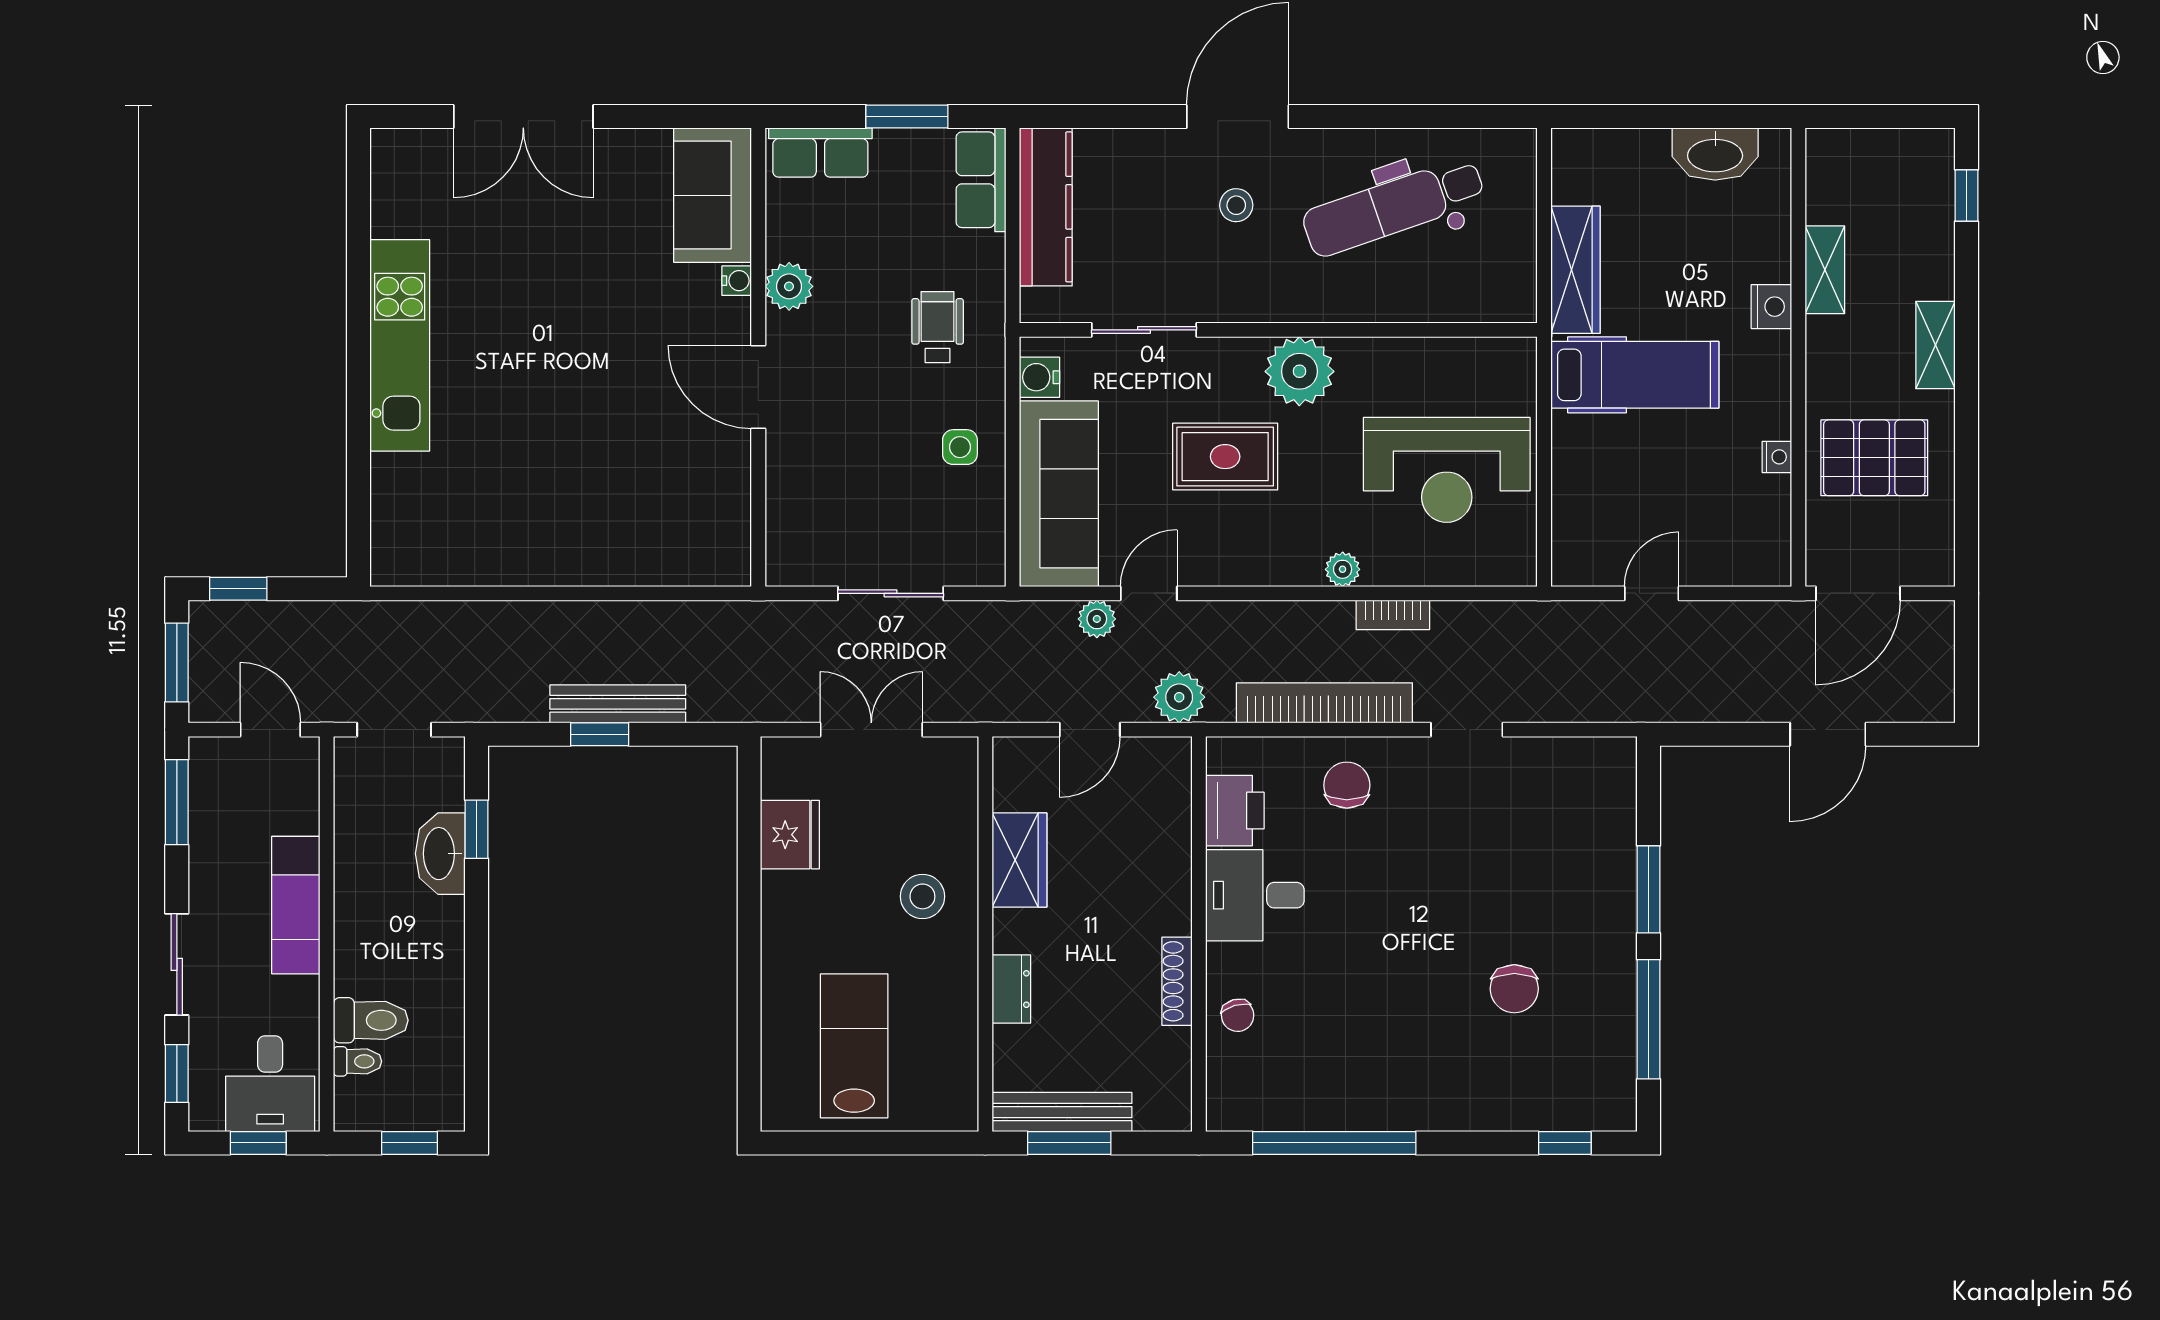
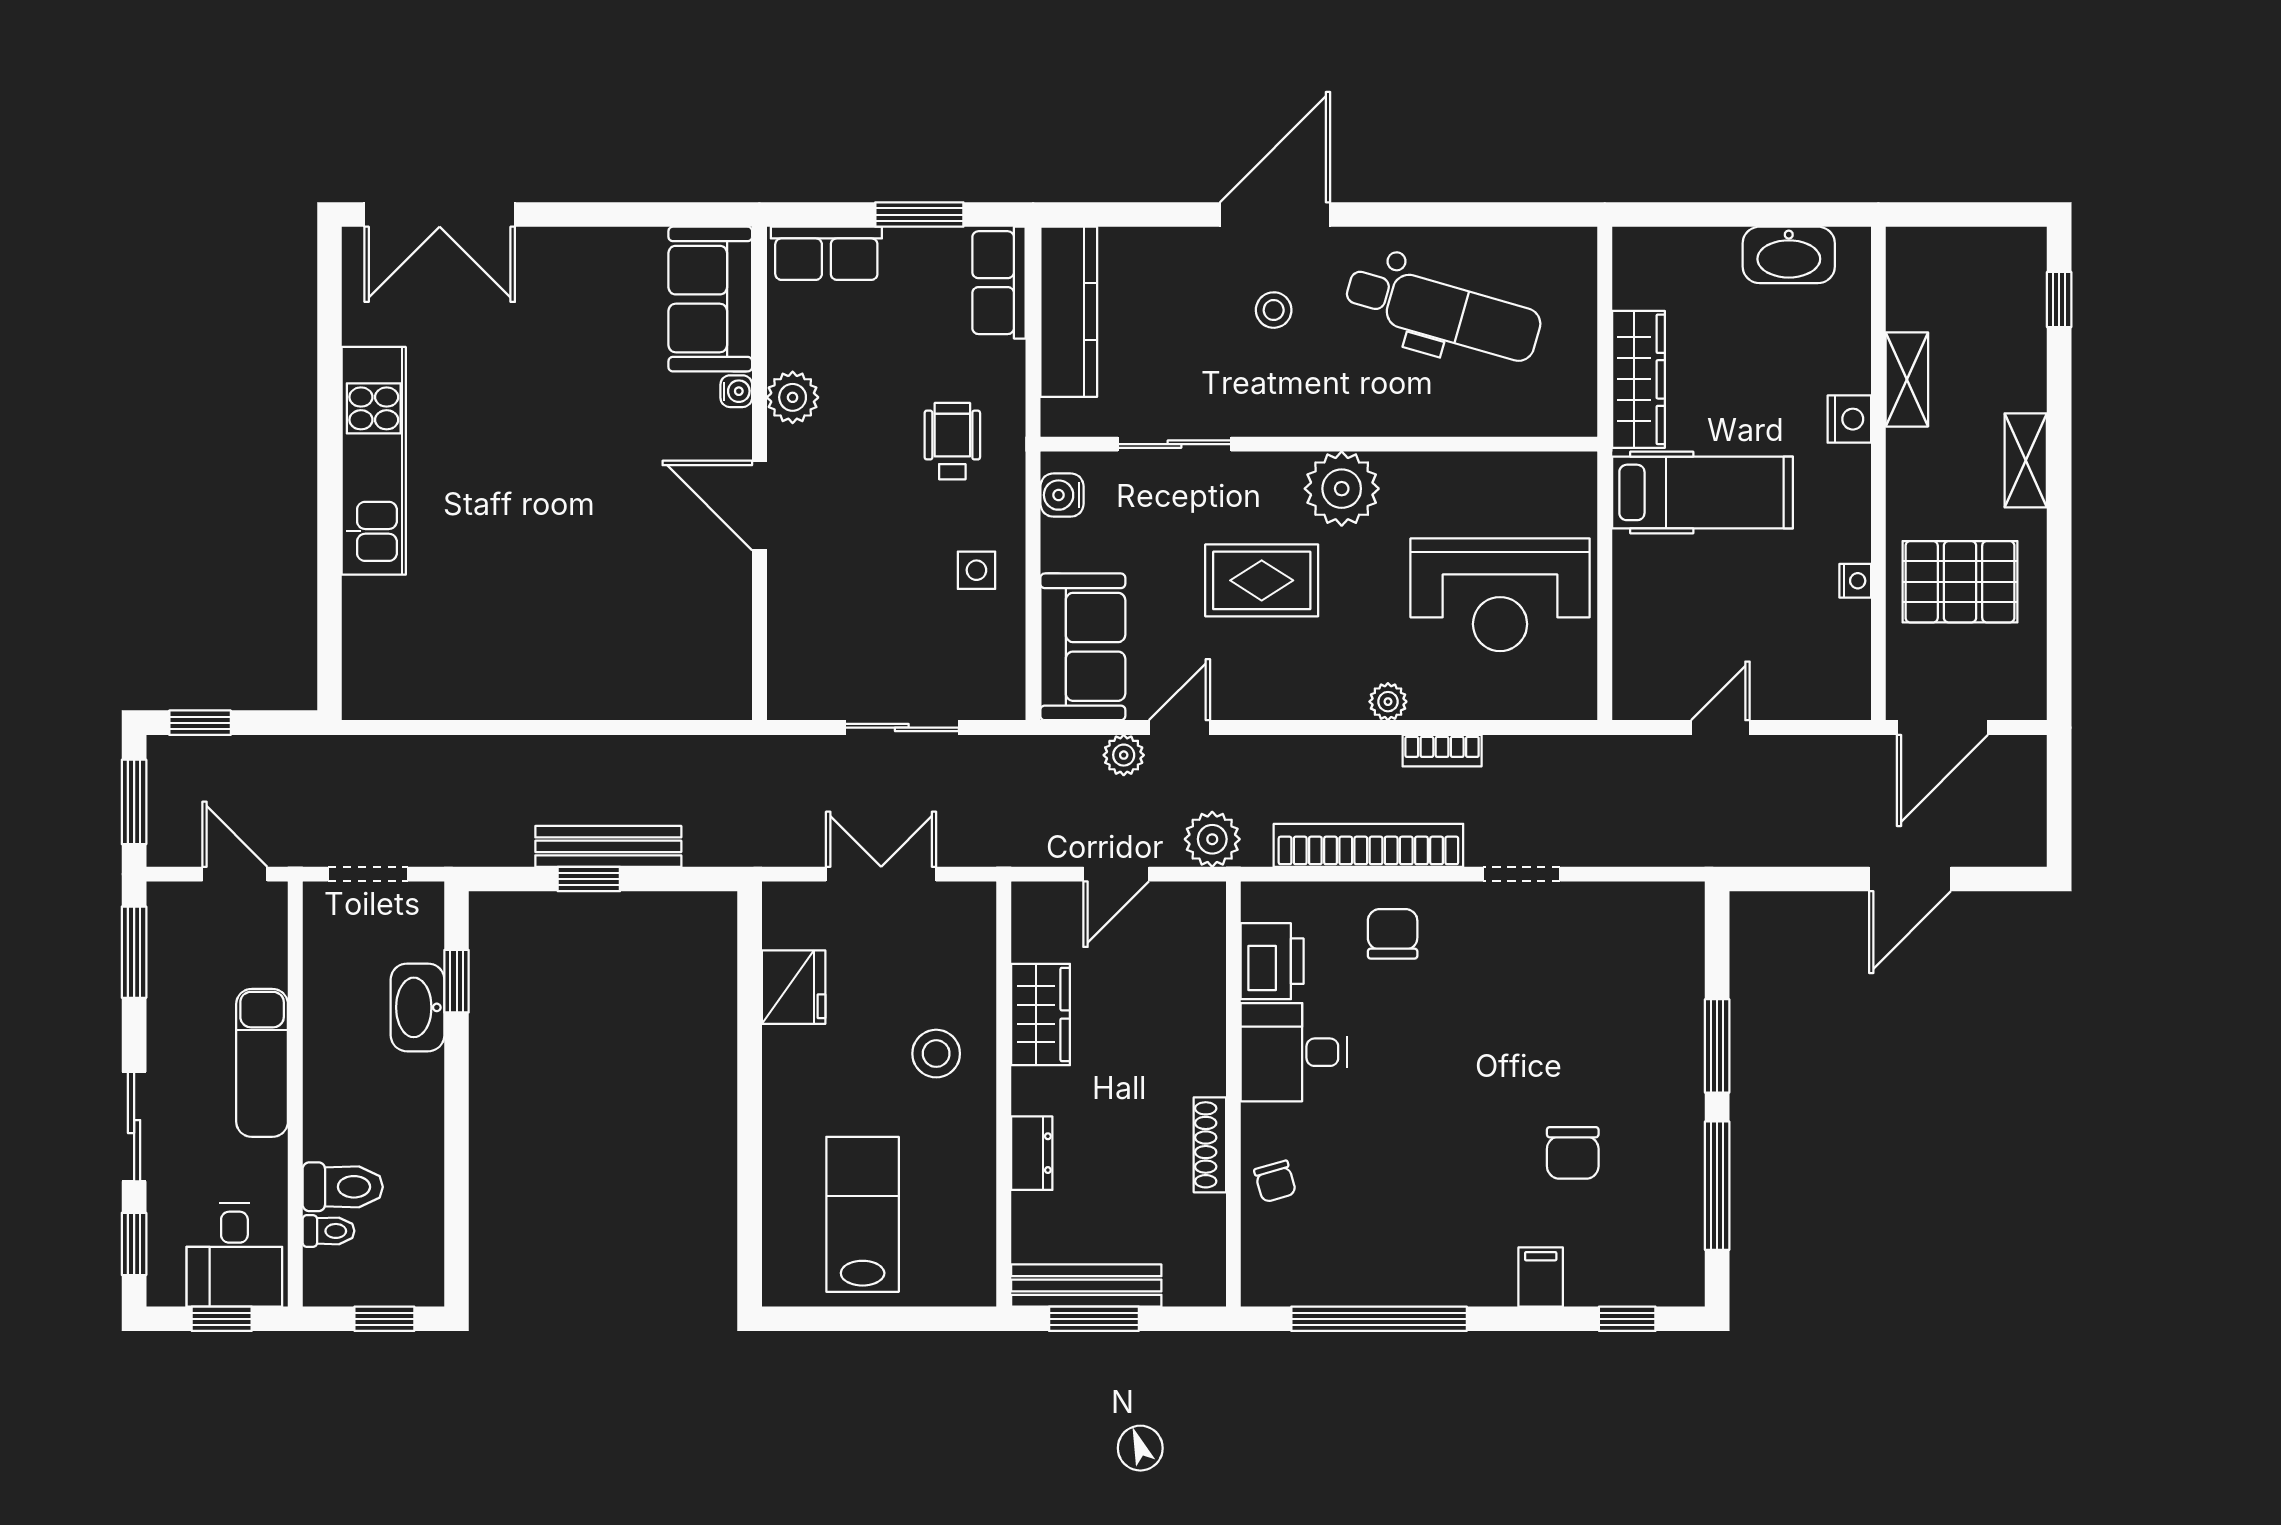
double door: (523, 116) -> (440, 215), moved
dental chair: (1394, 207) -> (1443, 312), turned -145
sofa: (1059, 494) -> (1083, 647), width x0.73
filing cabinet: (1484, 1104) -> (1541, 1277), added

